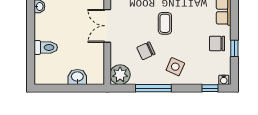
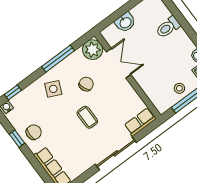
double door: (107, 26) -> (119, 63), moved

